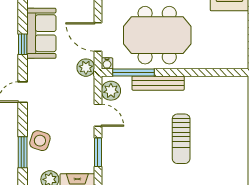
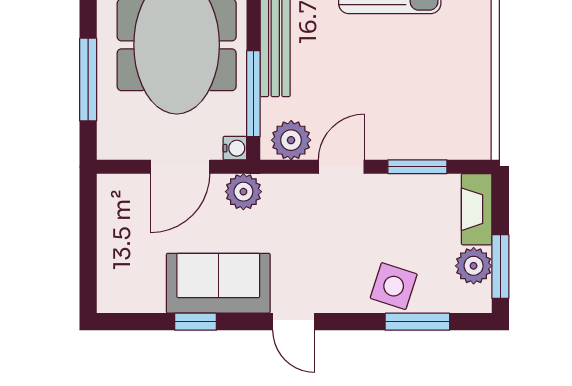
sofa: (41, 33) -> (218, 283), moved

